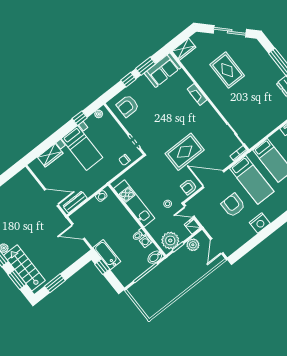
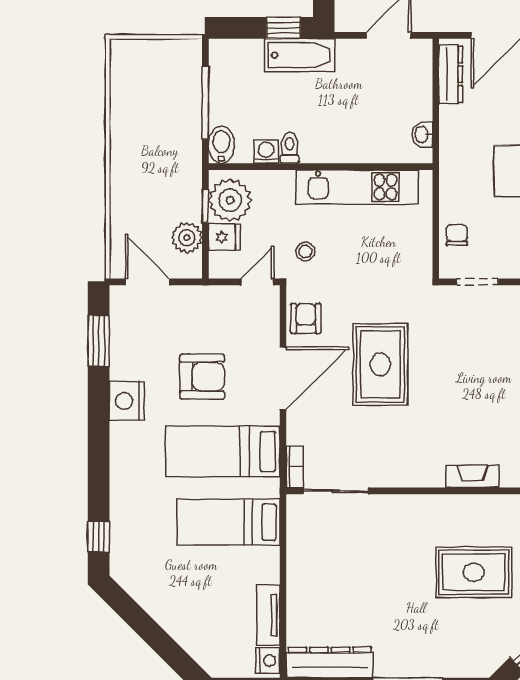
fridge: (192, 226) -> (224, 237), moved
window: (248, 247) -> (99, 341), added

